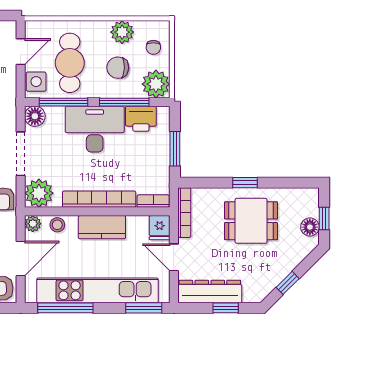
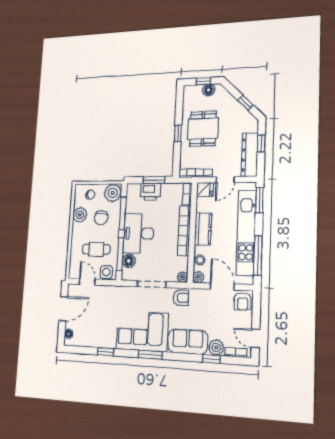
cafe table: (70, 63) -> (96, 249), width x0.73, depth x0.74
floor lamp: (35, 116) -> (129, 261), moved
printer: (141, 119) -> (151, 192), moved, turned 90
plant: (39, 193) -> (182, 277), width x0.53, depth x0.53

